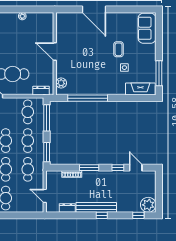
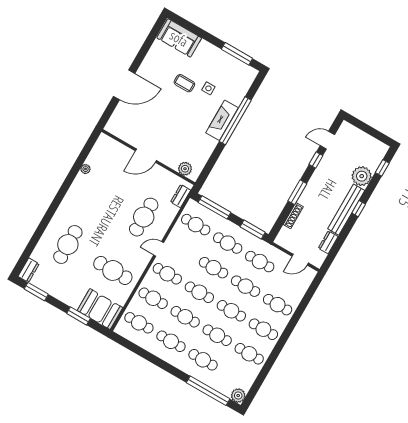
fireplace: (140, 89) -> (222, 120), moved
window: (88, 98) -> (235, 121), moved
plant: (148, 205) -> (362, 176), moved

